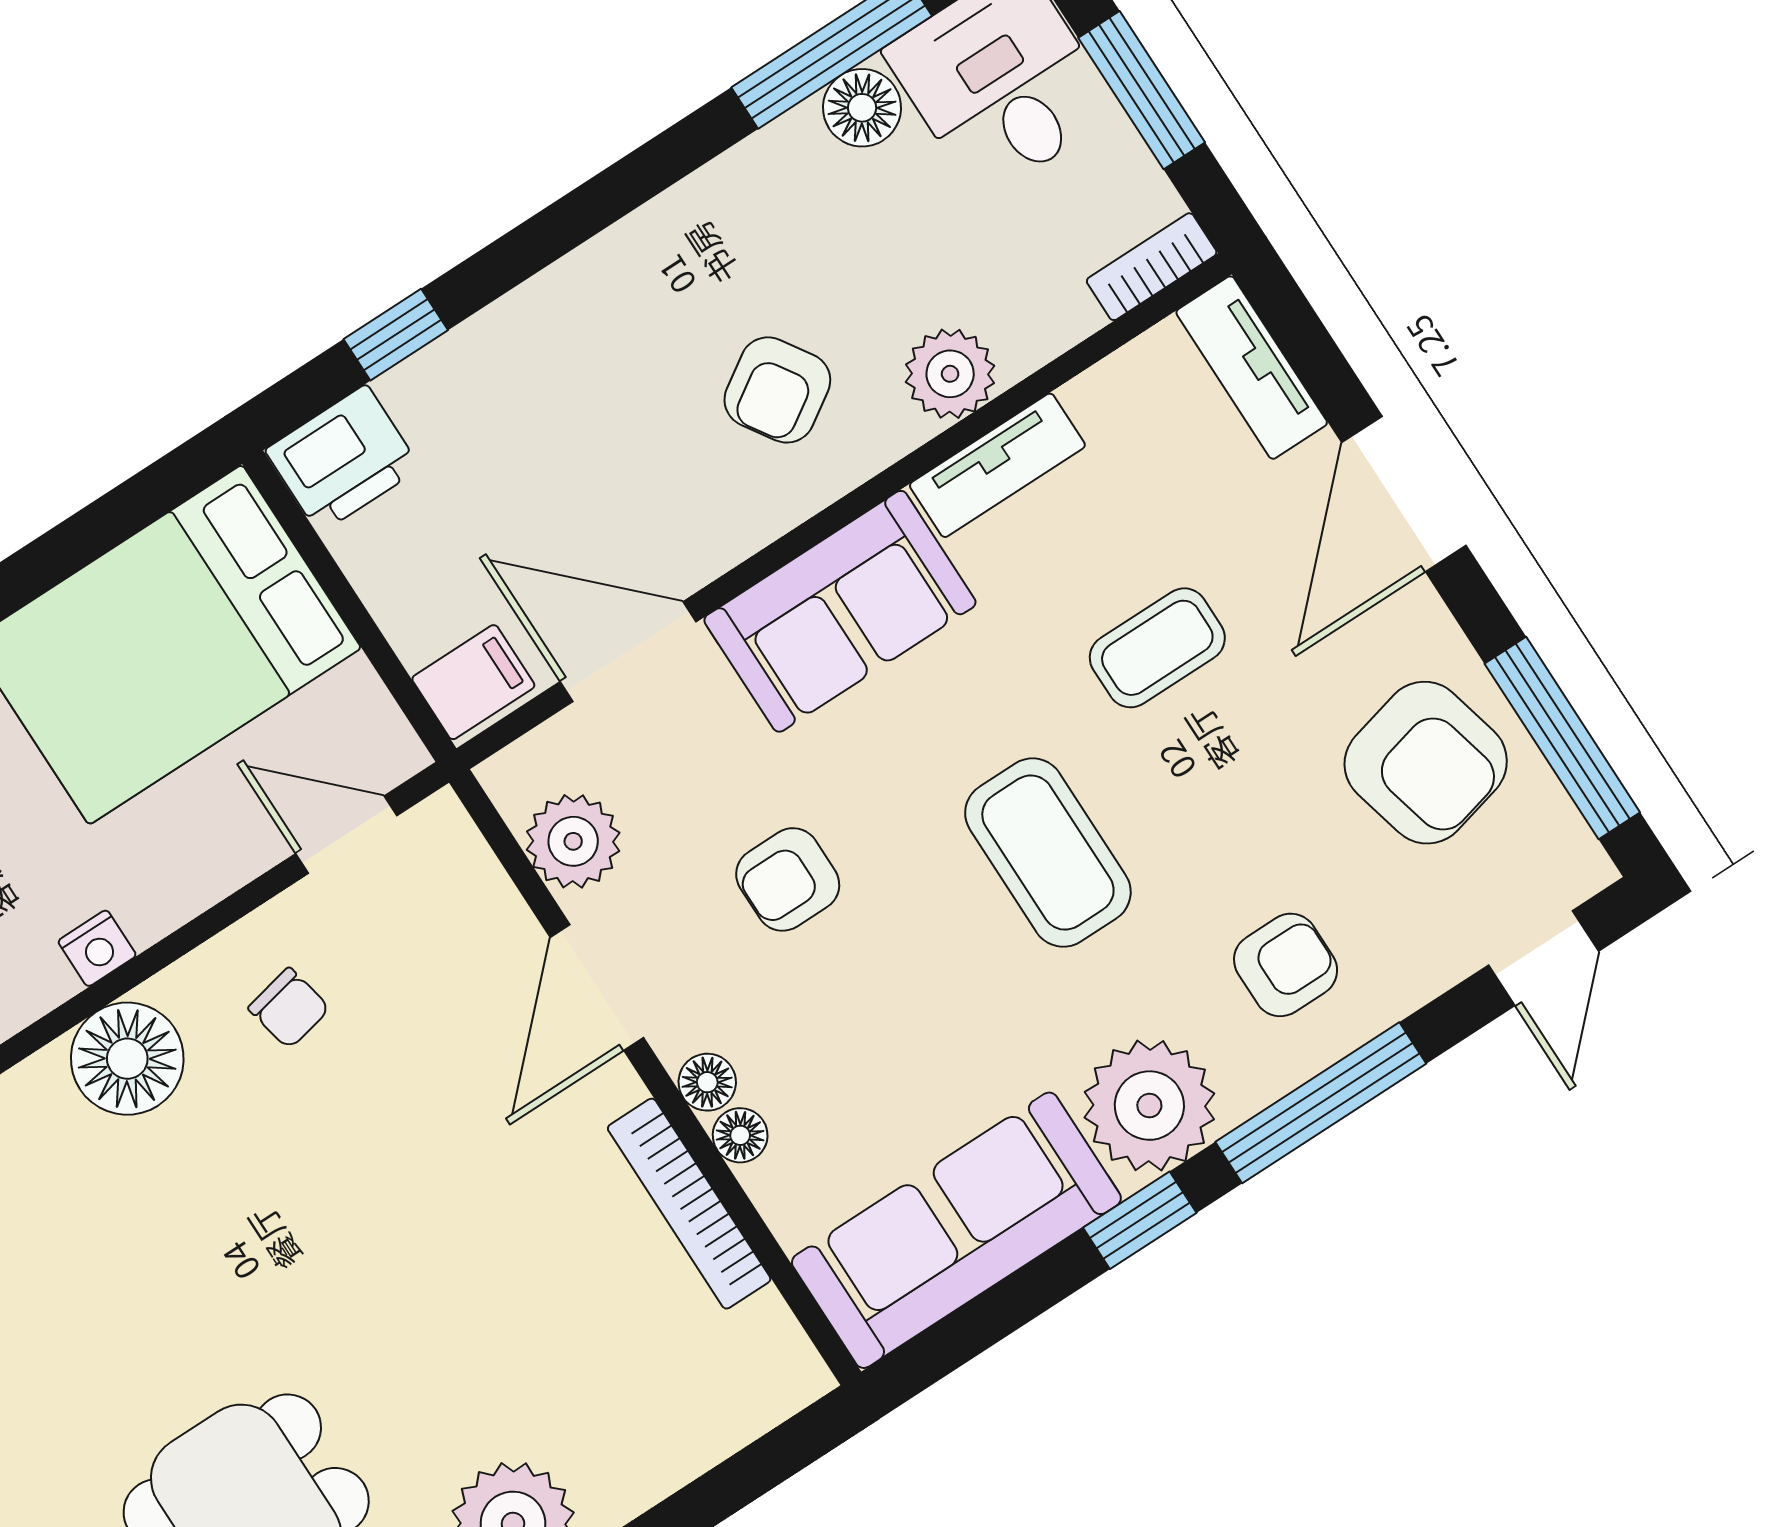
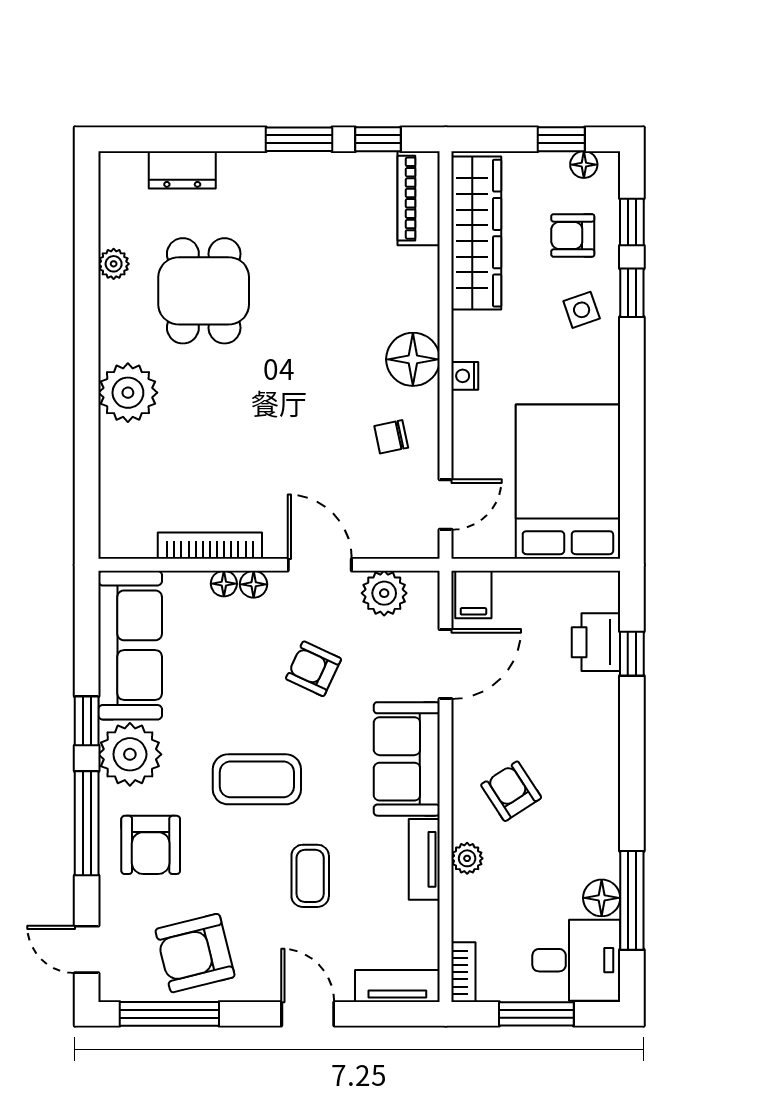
plant: (950, 374) -> (467, 858), width x0.73, depth x0.73
printer: (343, 459) -> (596, 642), moved
door: (1404, 494) -> (308, 1014), width x0.73
armchair: (788, 879) -> (313, 669), turned -65
armchair: (1286, 965) -> (151, 845), width x1.38, depth x1.38

